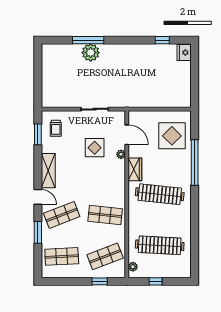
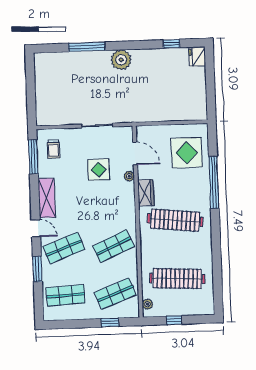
plant: (91, 53) -> (121, 60), moved
window: (38, 134) -> (33, 157), width x1.44
shop shelf: (105, 215) -> (114, 246), turned -30

